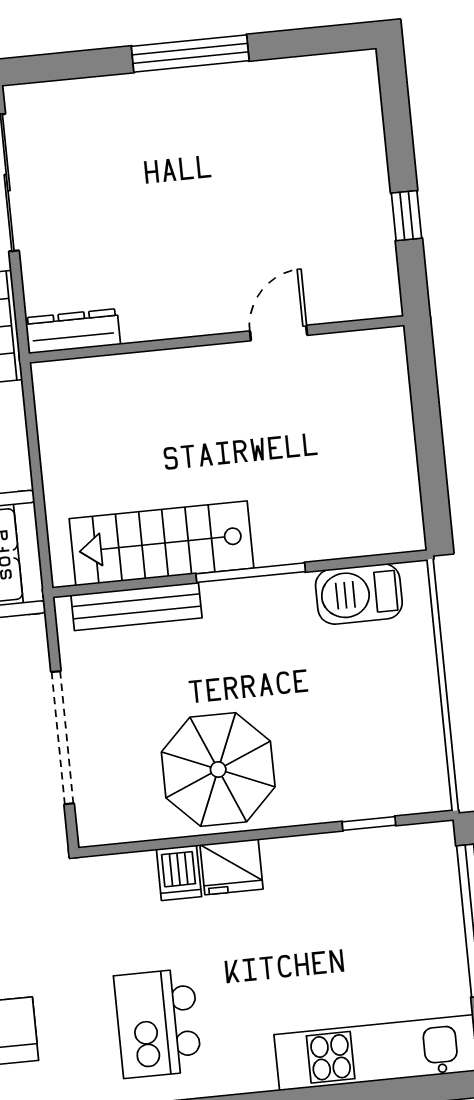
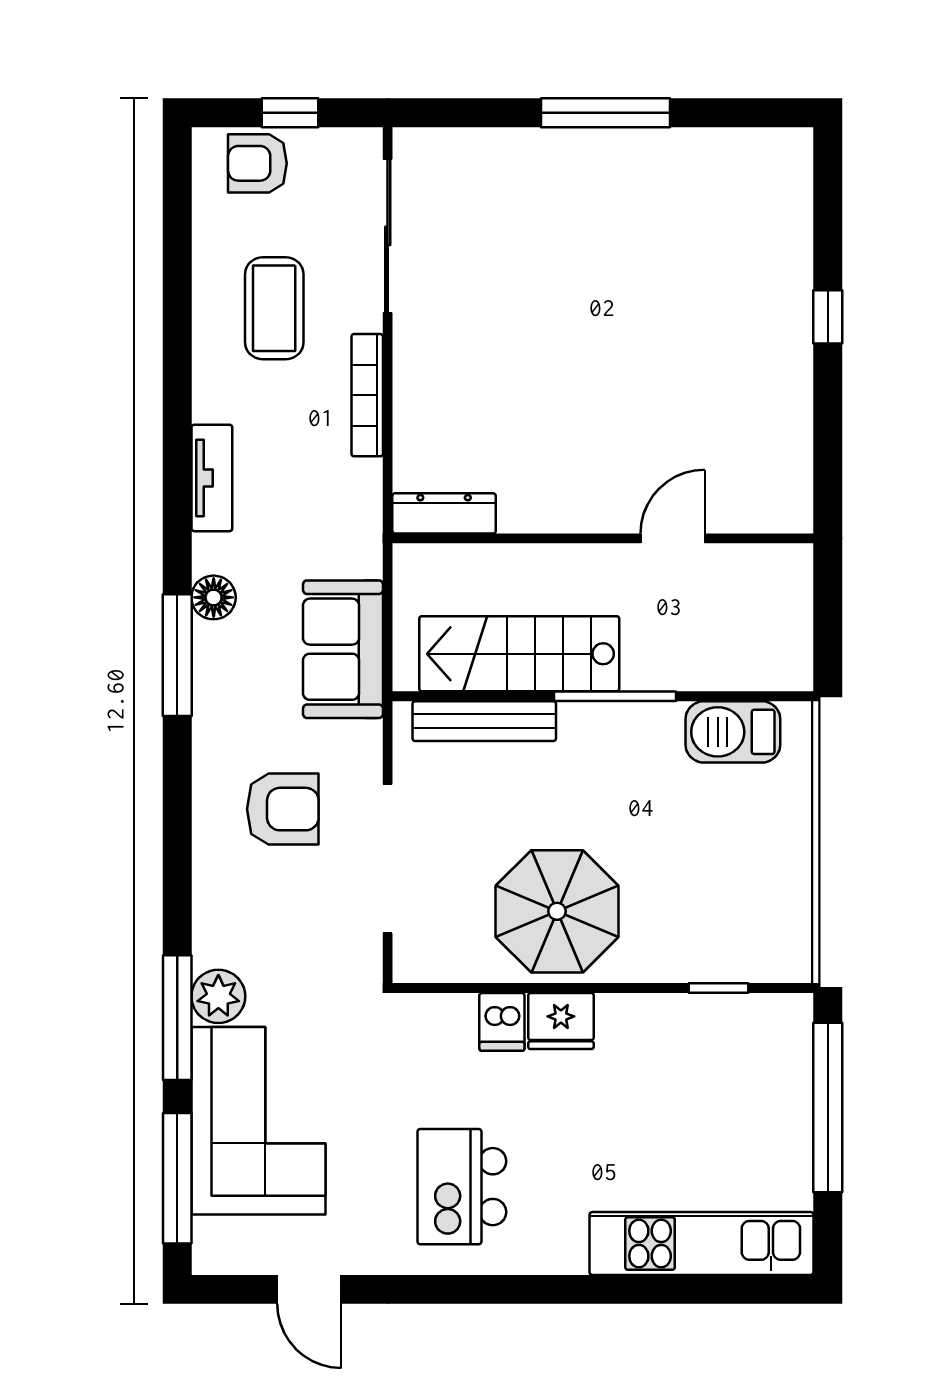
dresser: (73, 331) -> (444, 513), moved
door: (279, 333) -> (673, 538), moved
wall: (217, 339) -> (603, 538), moved

